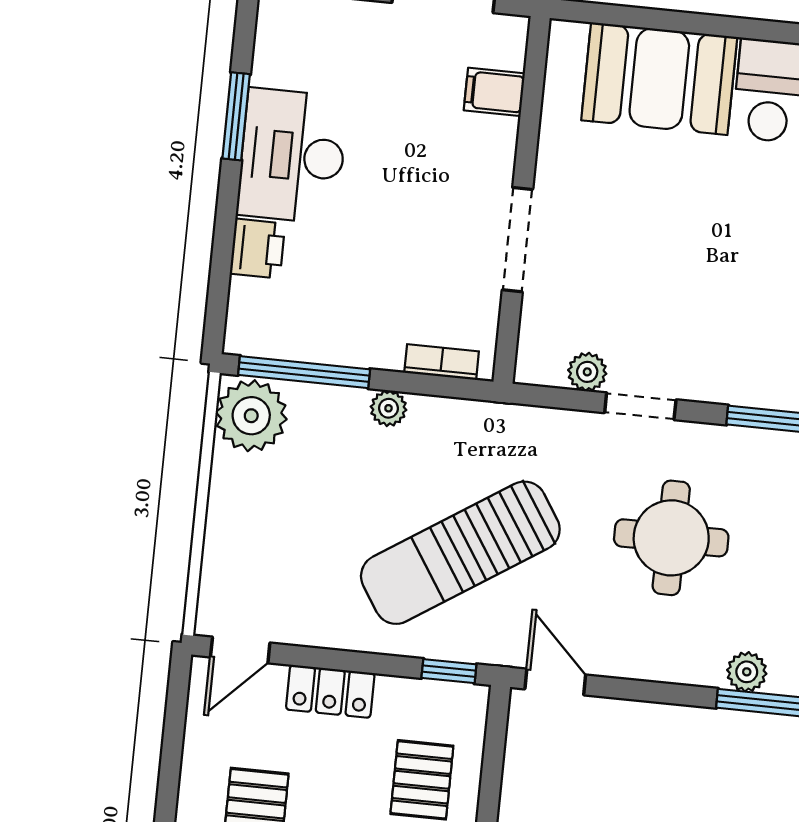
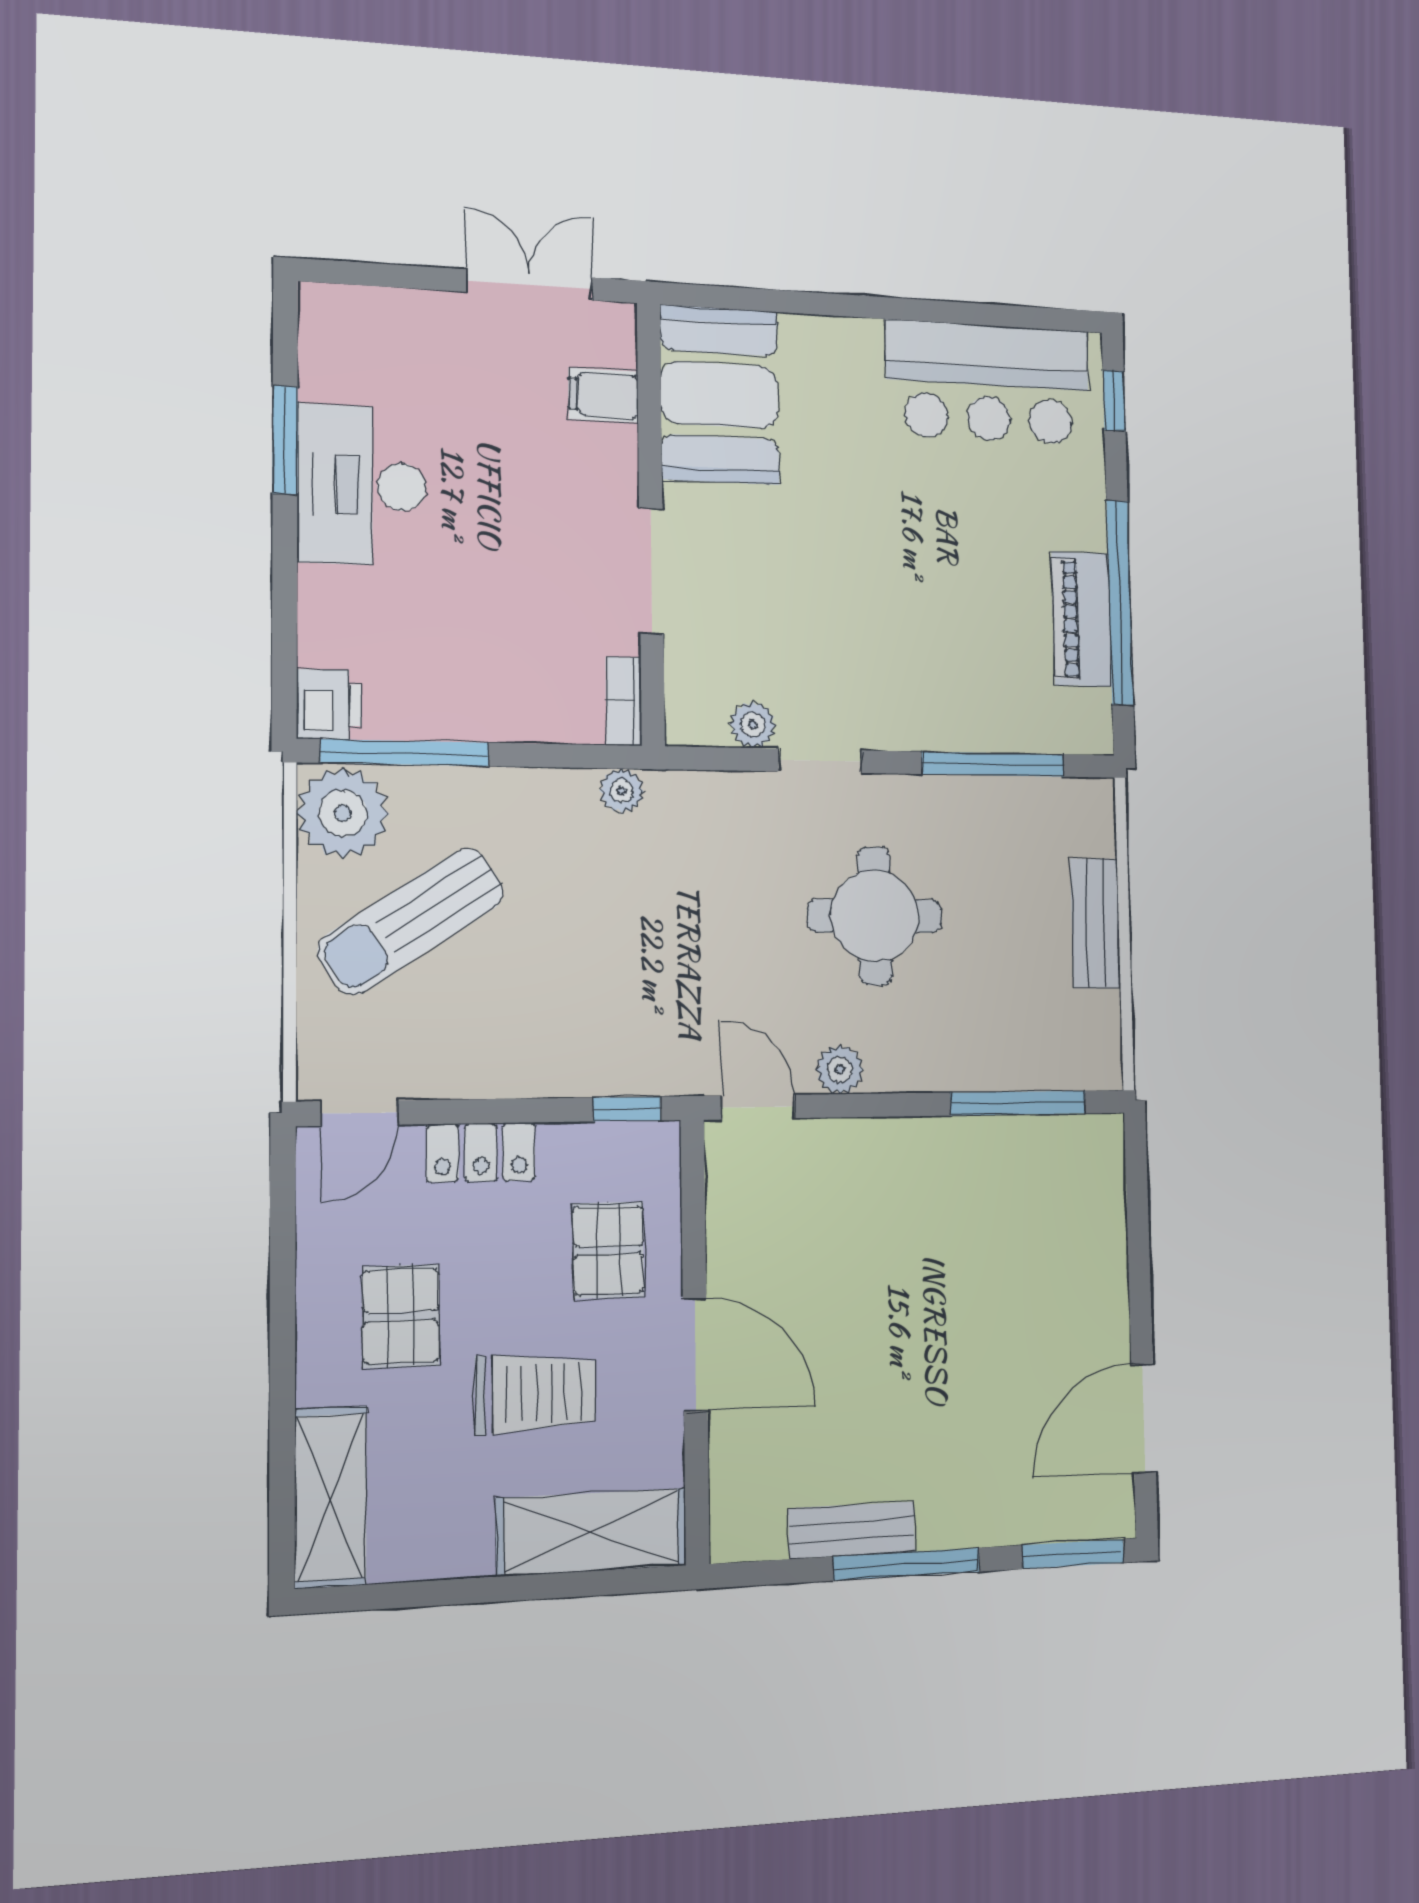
booth: (659, 79) -> (720, 395), moved, turned 90
printer: (258, 249) -> (329, 704), moved
bookcase: (442, 362) -> (624, 701), moved, turned -90
plant: (388, 408) -> (622, 791), moved
sun lounger: (460, 553) -> (411, 921), moved, width x0.73, depth x0.75
plant: (747, 672) -> (840, 1070), moved

